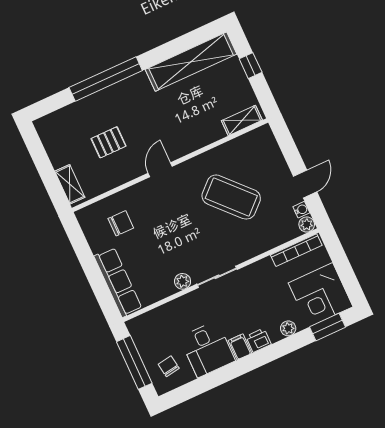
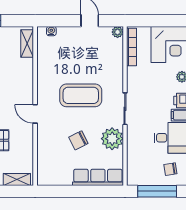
coffee table: (231, 197) -> (81, 95), moved, turned 43
water cooler: (301, 210) -> (51, 31), moved
chair: (121, 223) -> (78, 140), moved, turned -117
plant: (183, 281) -> (112, 139), width x1.87, depth x1.87

